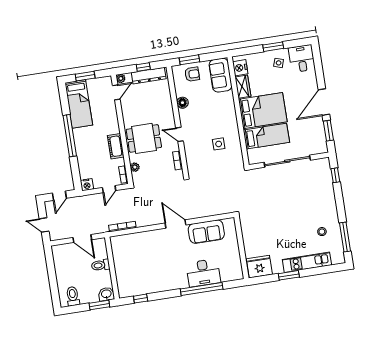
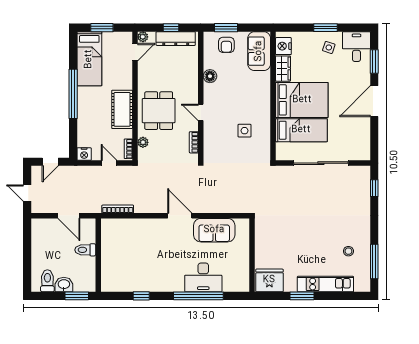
armchair: (192, 74) -> (226, 45), turned 90
window: (328, 131) -> (374, 62), moved
dining table: (144, 138) -> (159, 111), turned 90
cot: (116, 146) -> (122, 109), width x1.37, depth x1.34
door: (109, 189) -> (109, 163), swing flipped
washbasin: (106, 294) -> (64, 285), moved
window: (141, 299) -> (141, 296), moved

